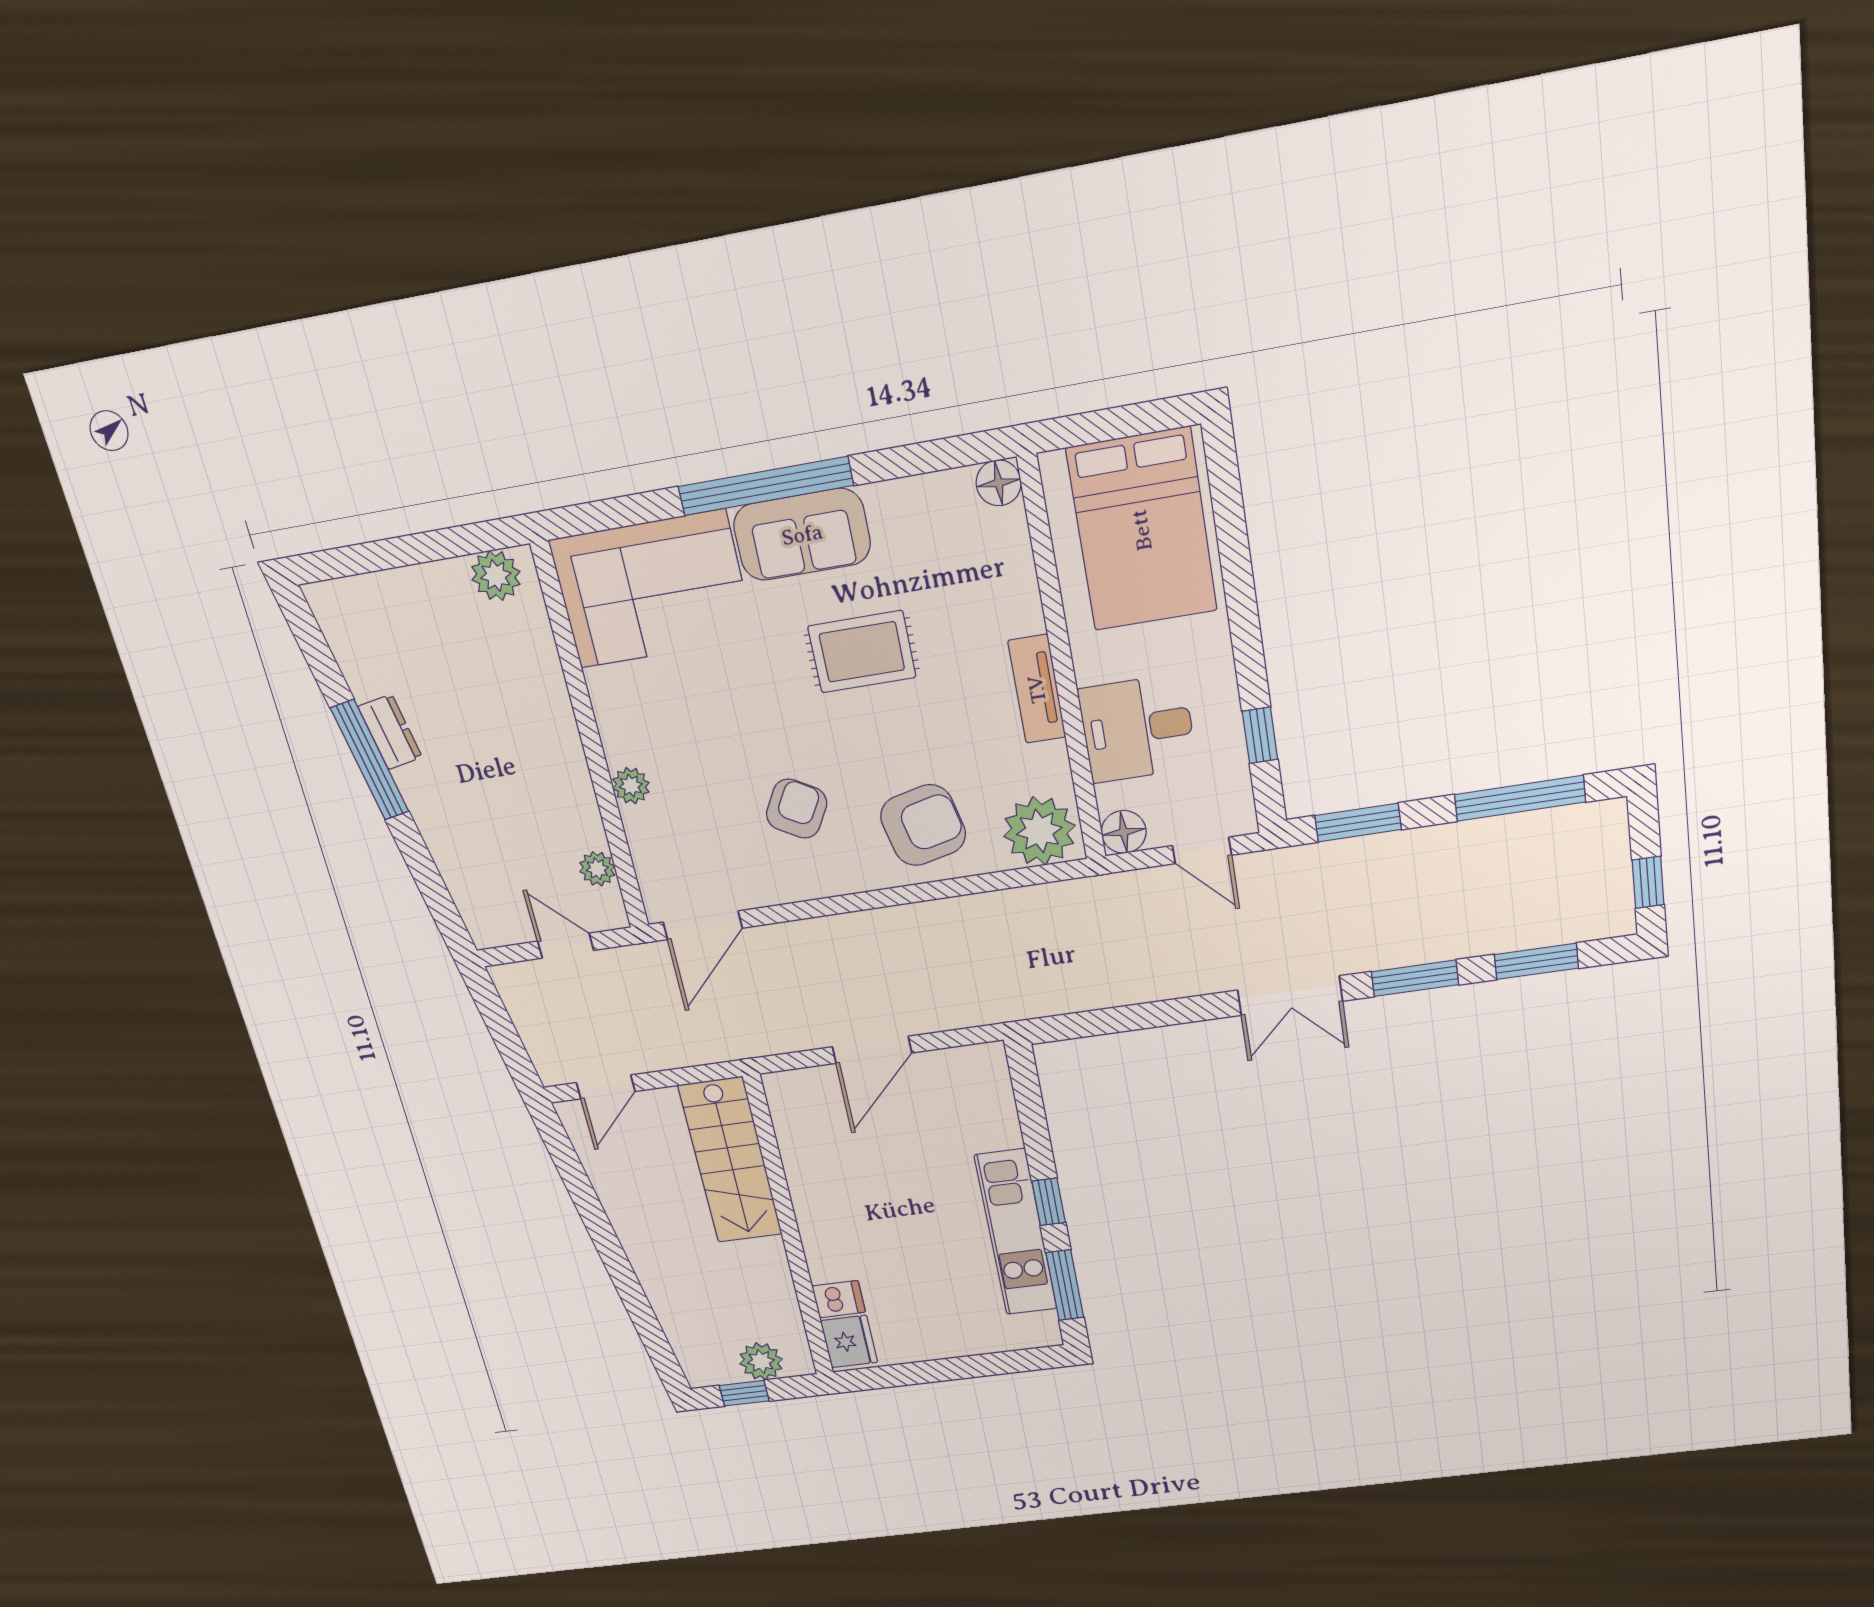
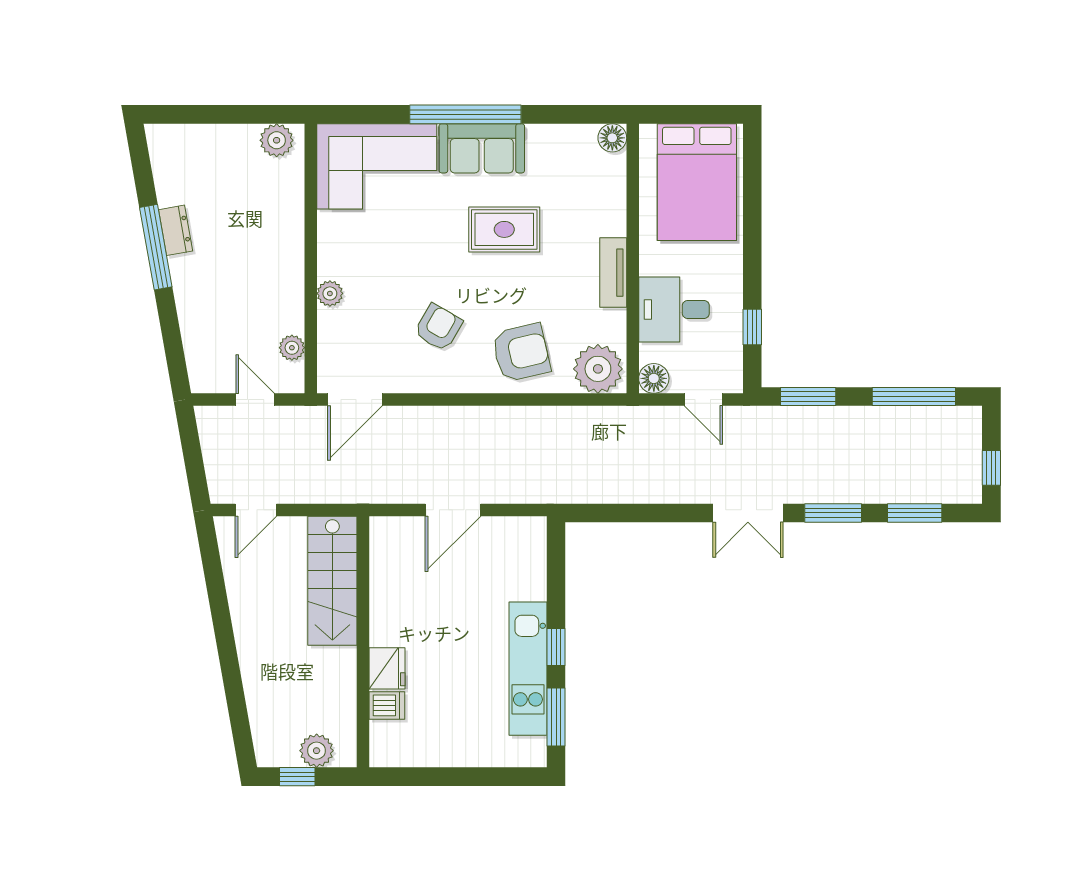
fridge: (849, 1342) -> (387, 668), moved

